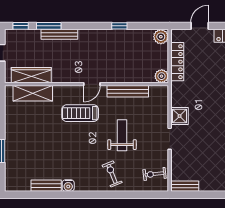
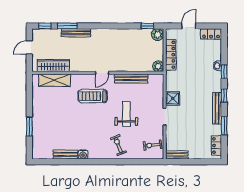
window: (119, 26) -> (147, 26), moved

